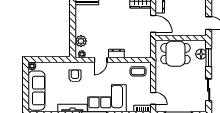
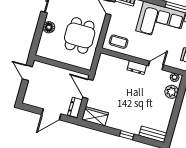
dining table: (176, 54) -> (80, 35), moved, turned 90
floor lamp: (201, 54) -> (49, 27), moved
window: (209, 58) -> (38, 35), removed

